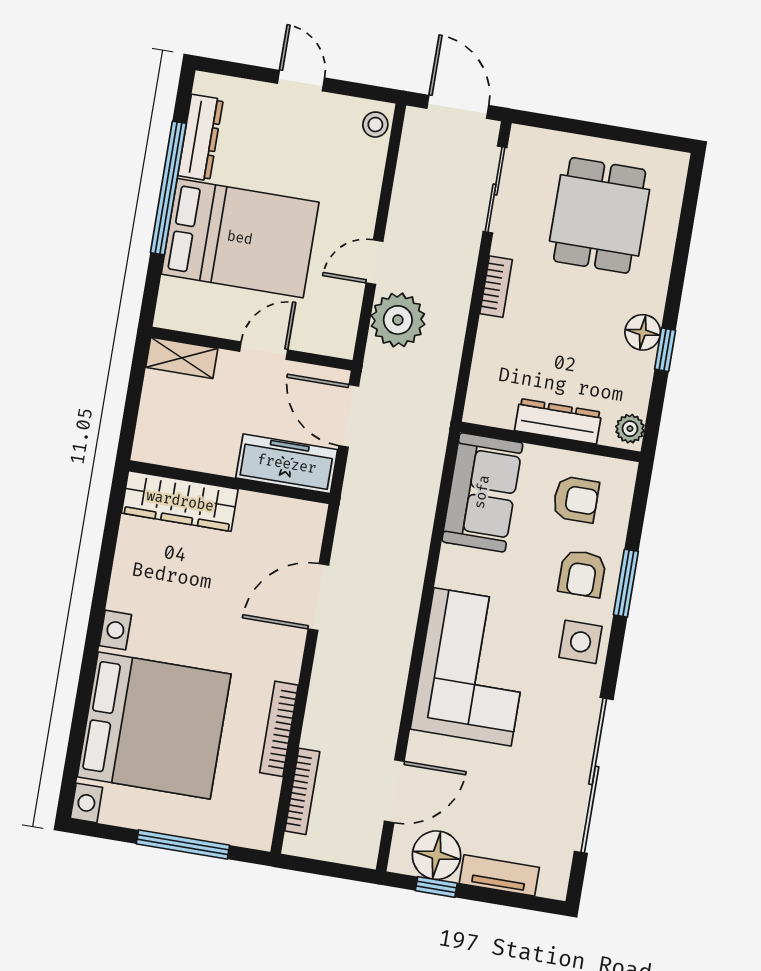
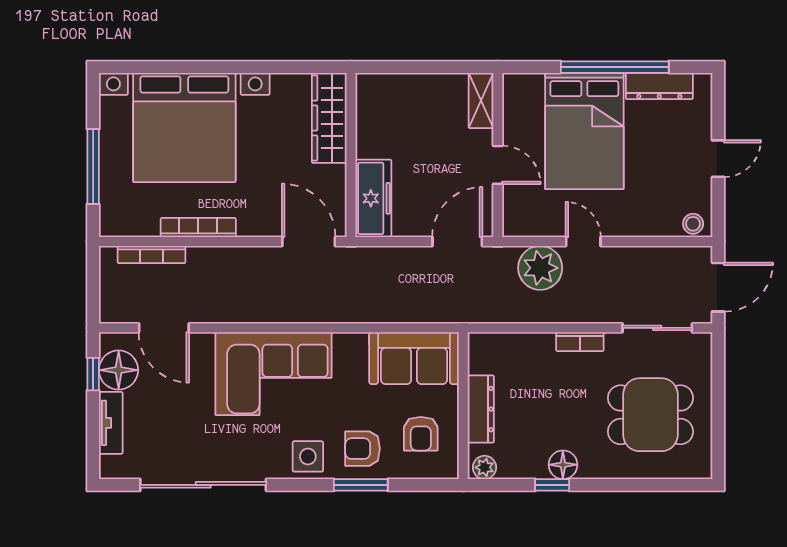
freezer: (287, 464) -> (373, 198), moved
wall: (229, 482) -> (351, 155), moved
wardrobe: (180, 501) -> (329, 118), moved

